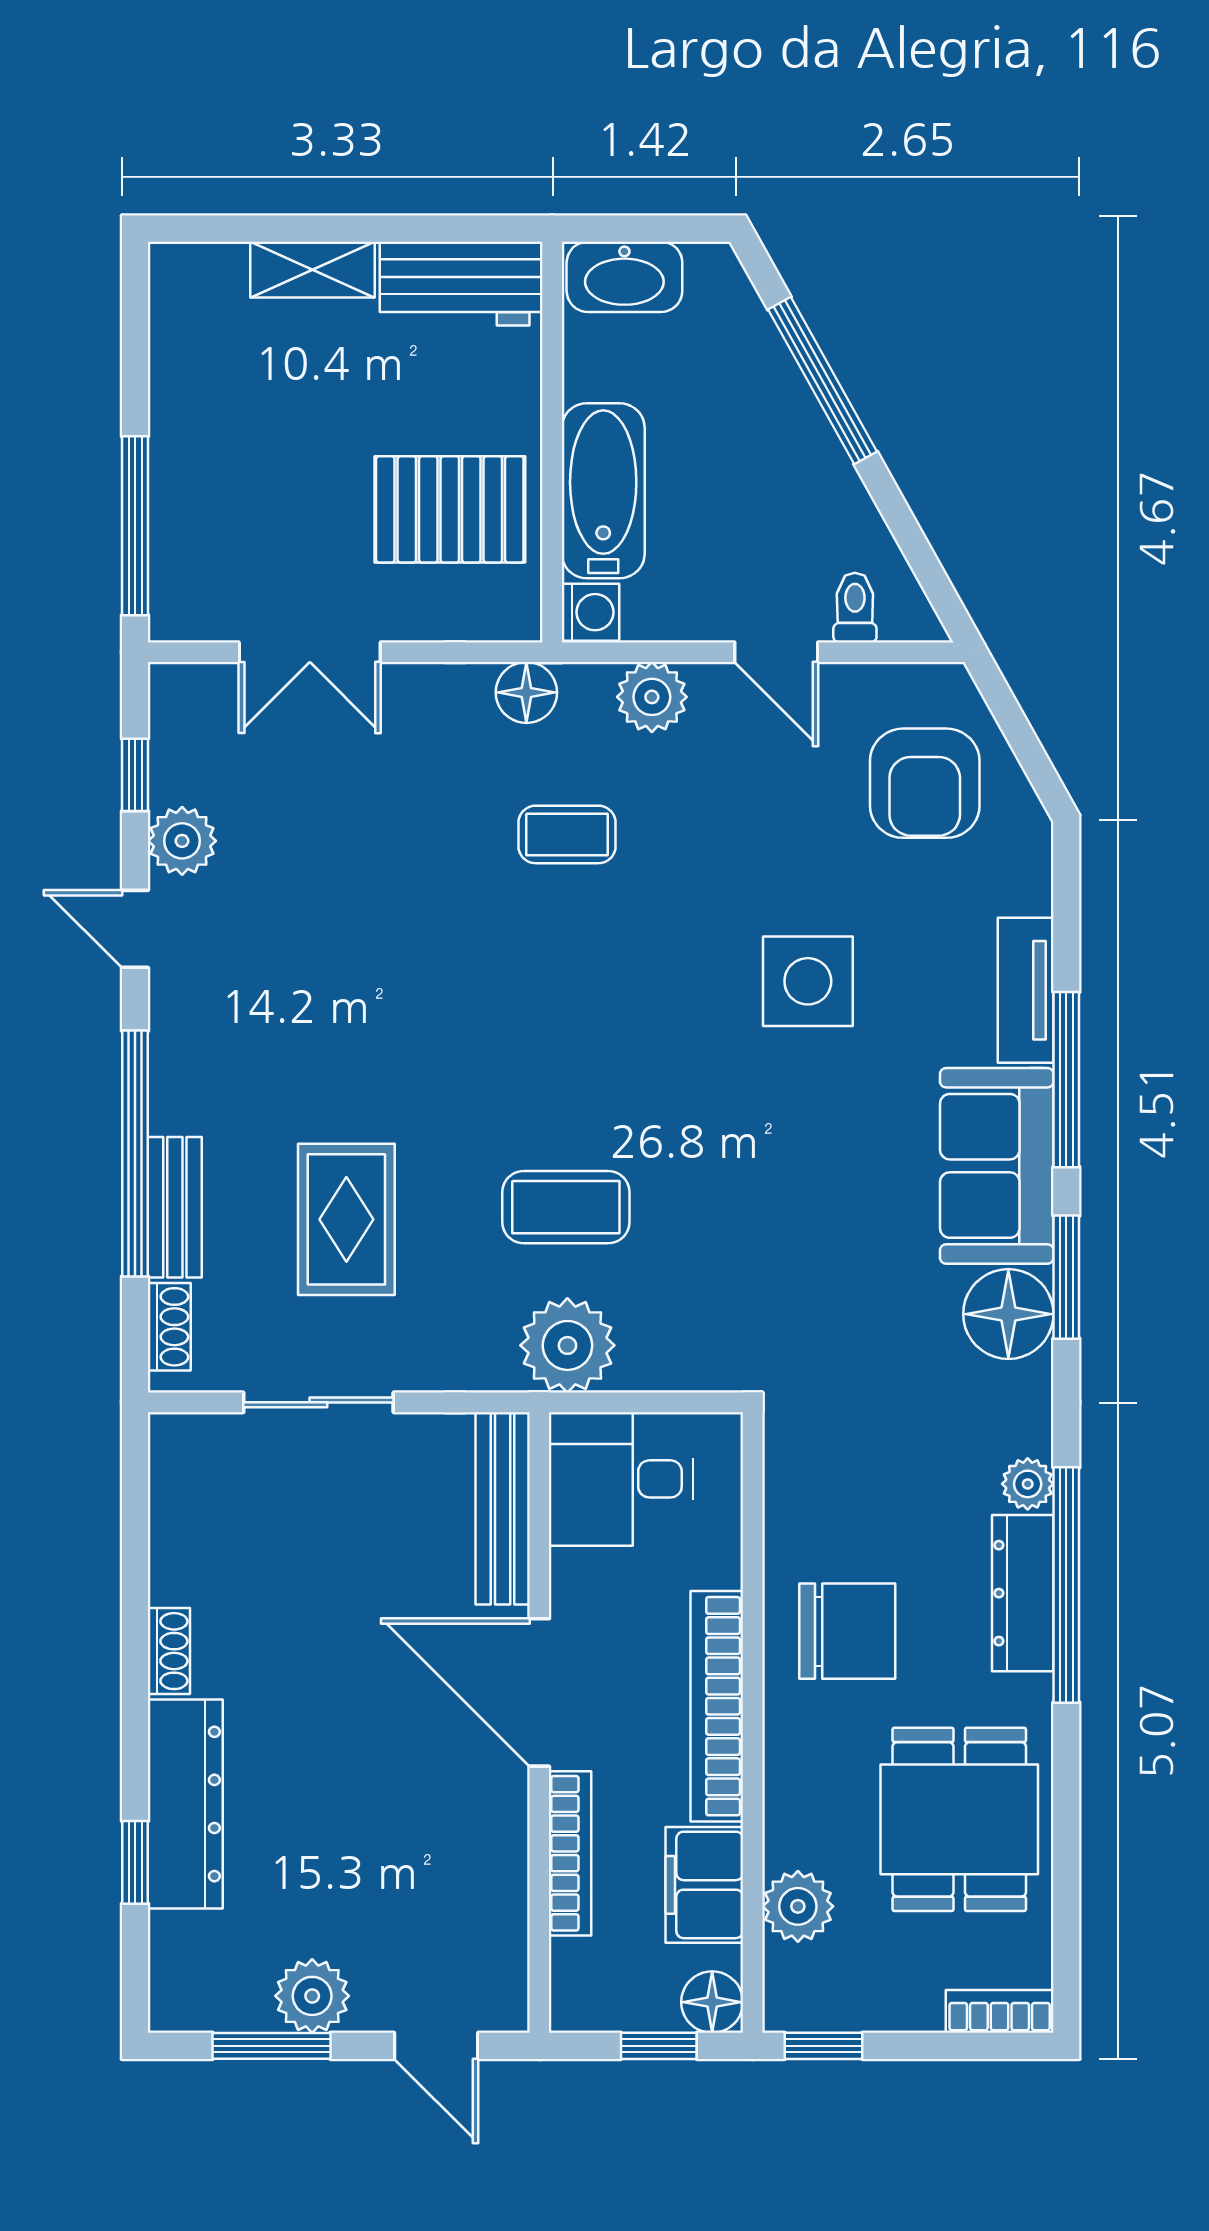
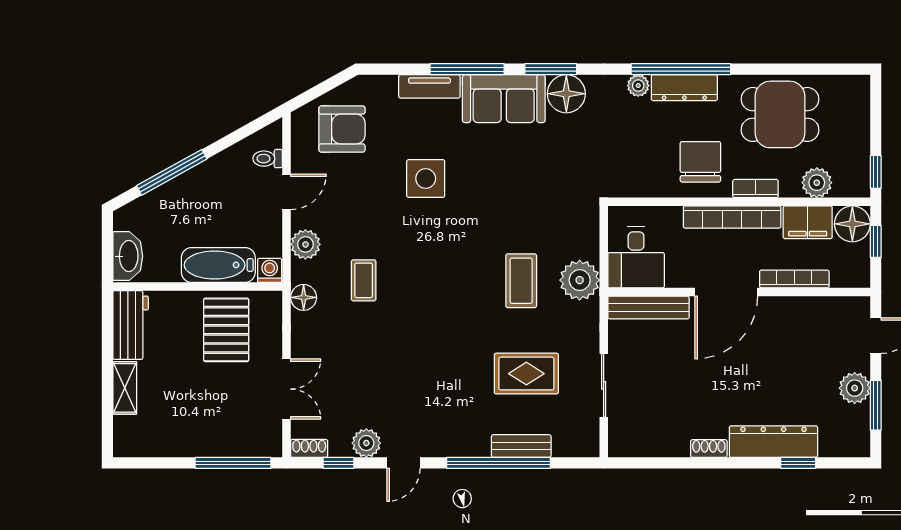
shoe rack: (169, 1327) -> (309, 448), moved
floor lamp: (712, 2002) -> (852, 224), width x1.38, depth x1.38
bookcase: (1000, 2011) -> (755, 189), moved, turned 90

